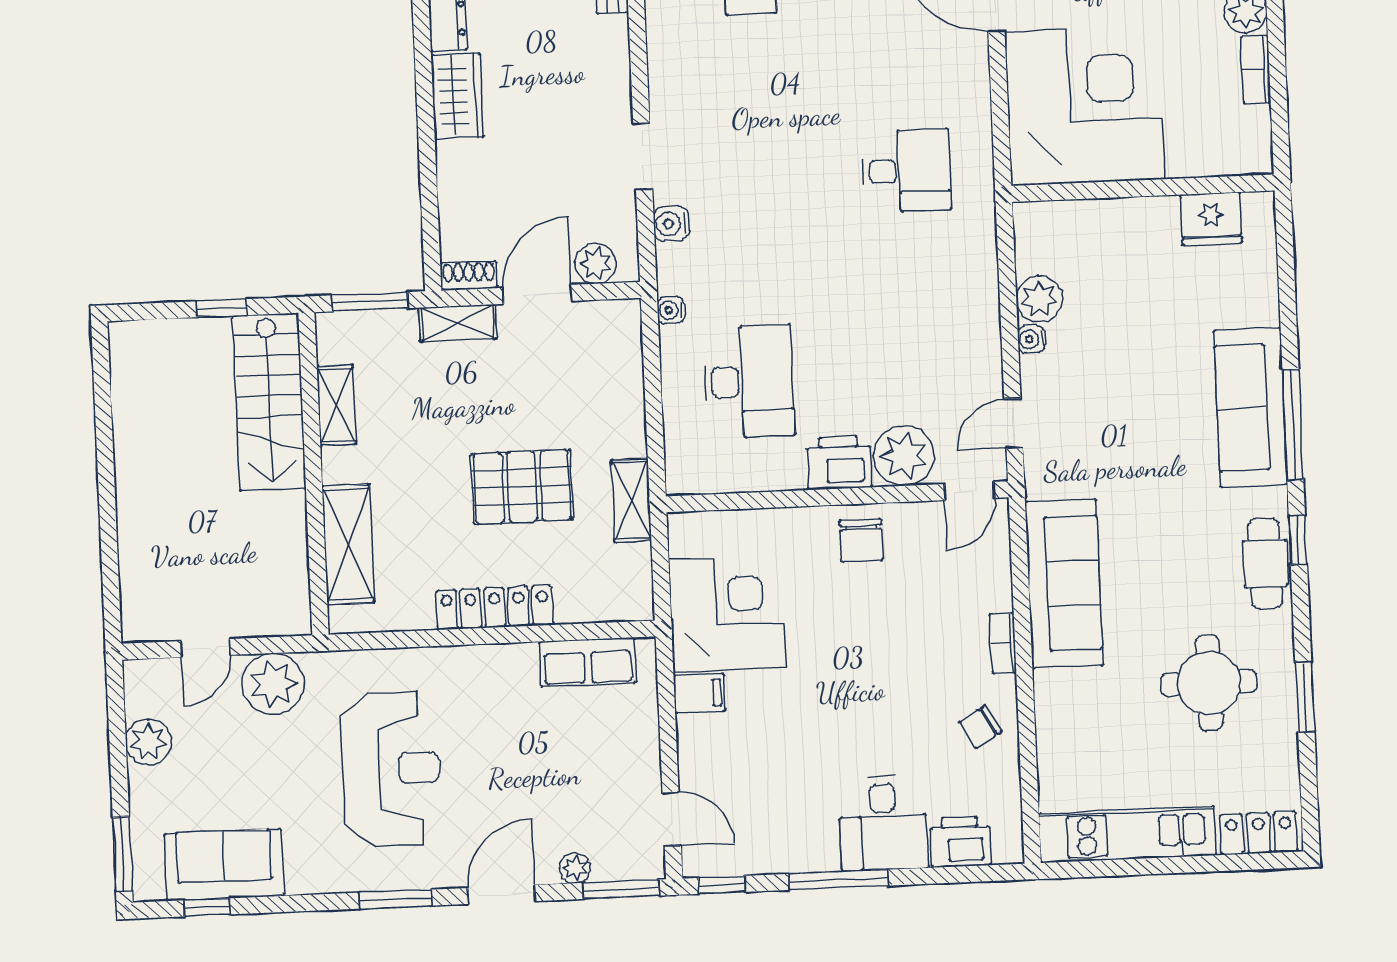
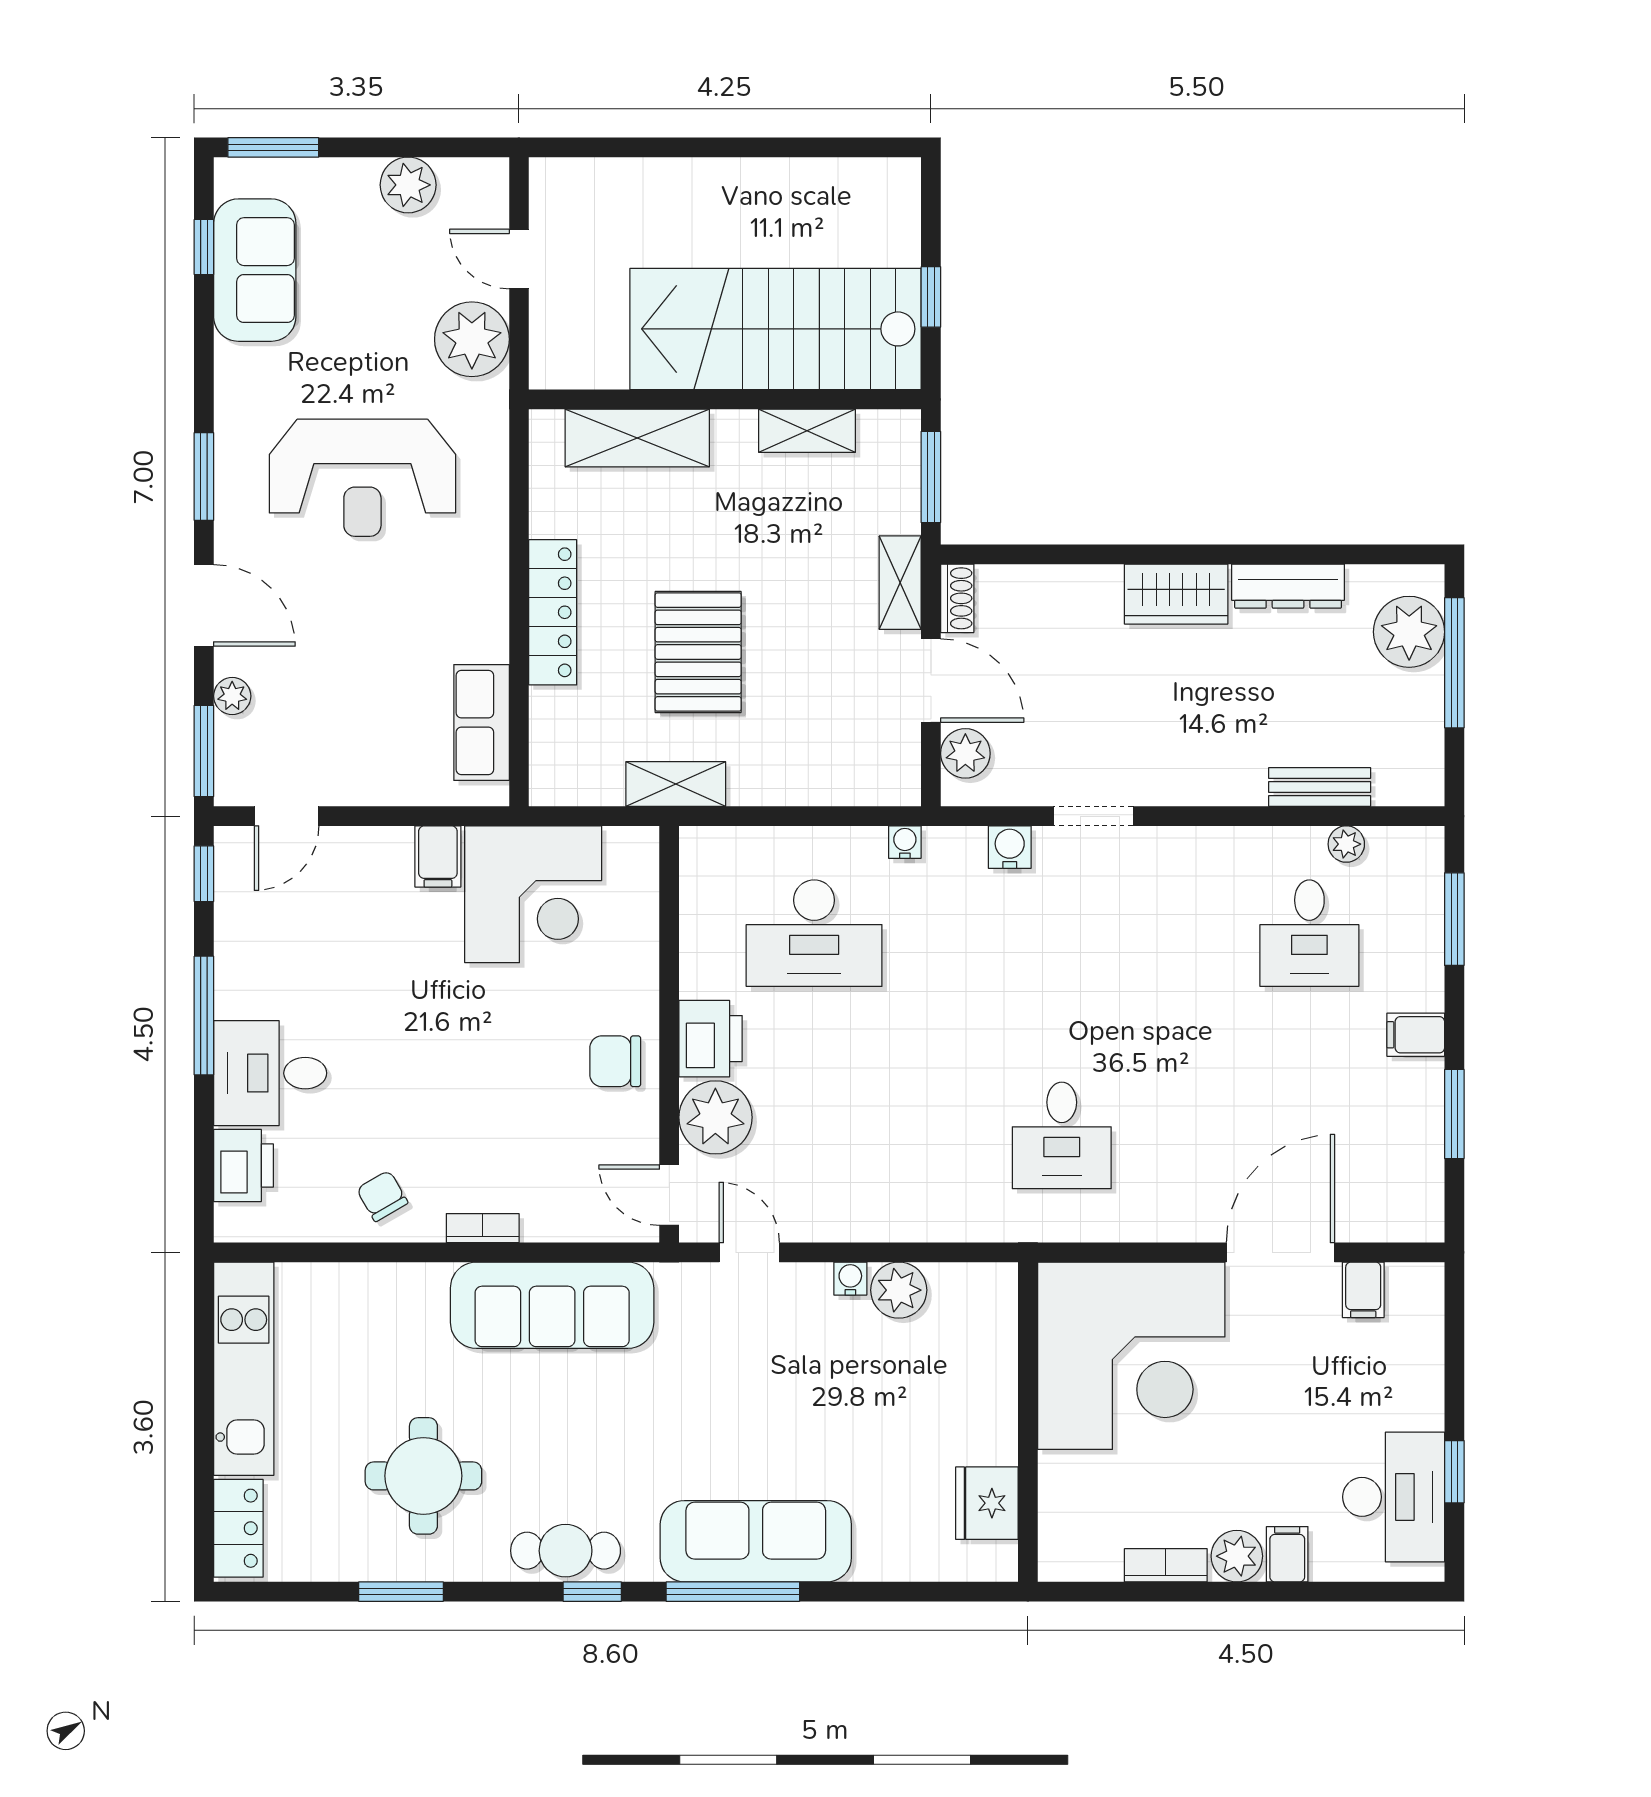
stairs: (269, 402) -> (776, 329), width x1.36, depth x1.51

